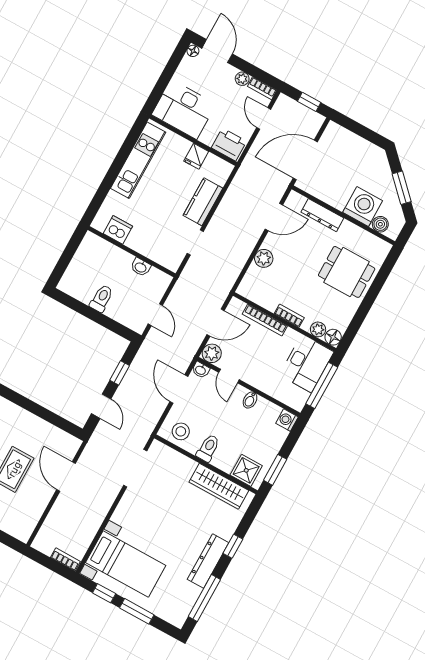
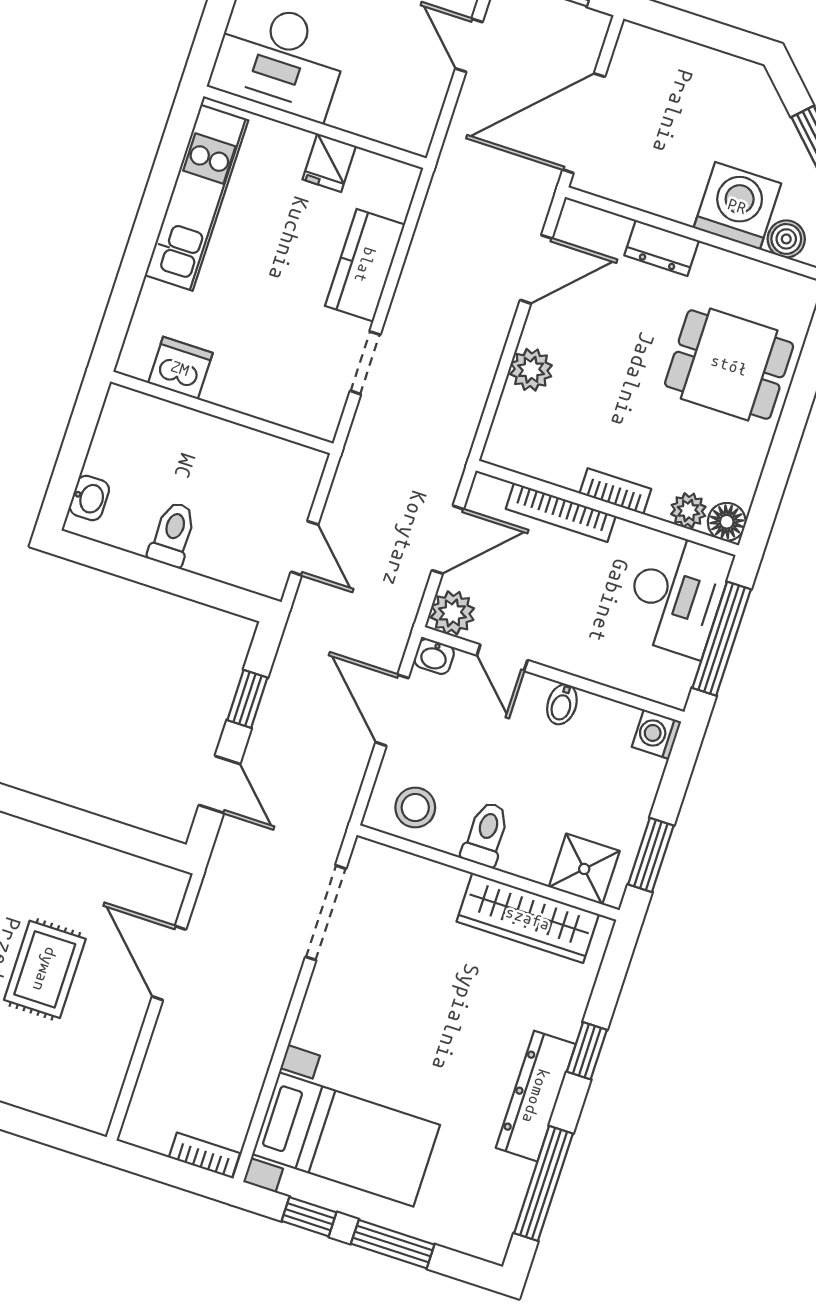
printer: (229, 144) -> (400, 121), removed
dresser: (322, 215) -> (662, 248), width x0.70
washbasin: (141, 267) -> (89, 498), moved, turned -90

